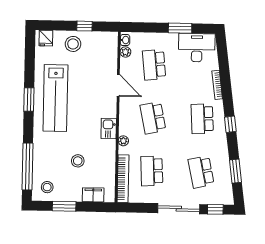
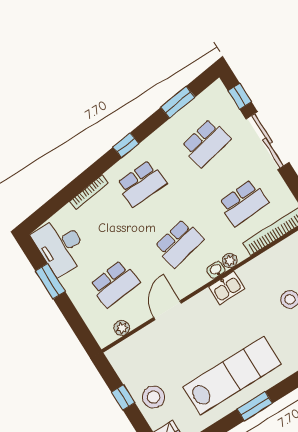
washbasin: (125, 40) -> (216, 270), moved

